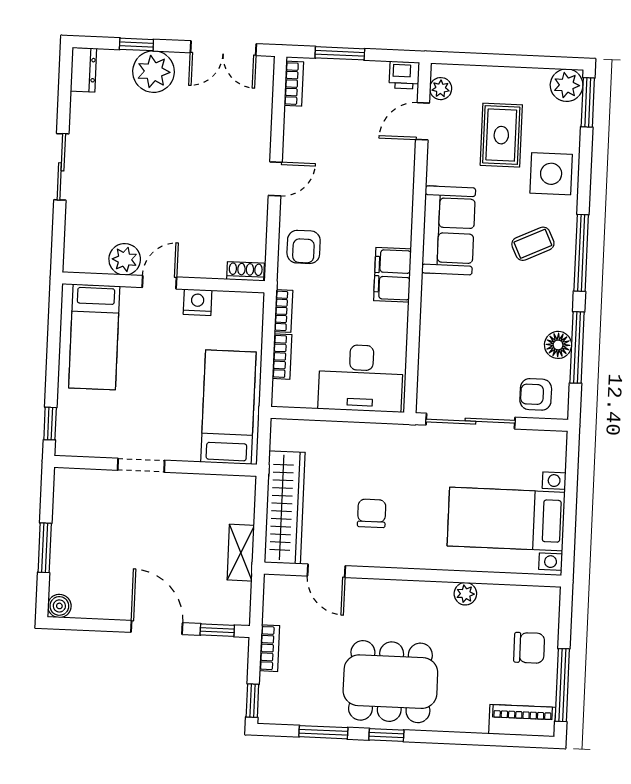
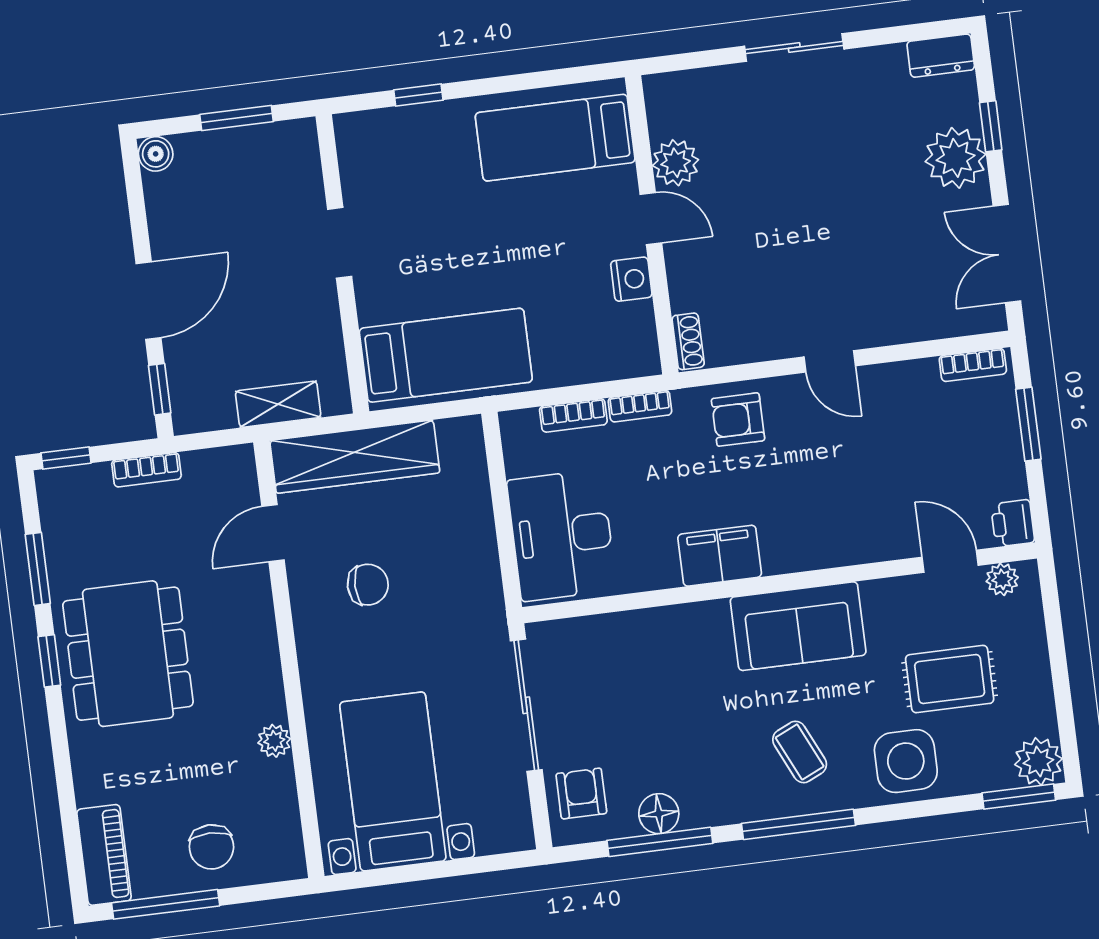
bed: (228, 407) -> (446, 355), moved
doorway: (141, 465) -> (340, 243), moved
wall: (155, 466) -> (342, 264), moved

